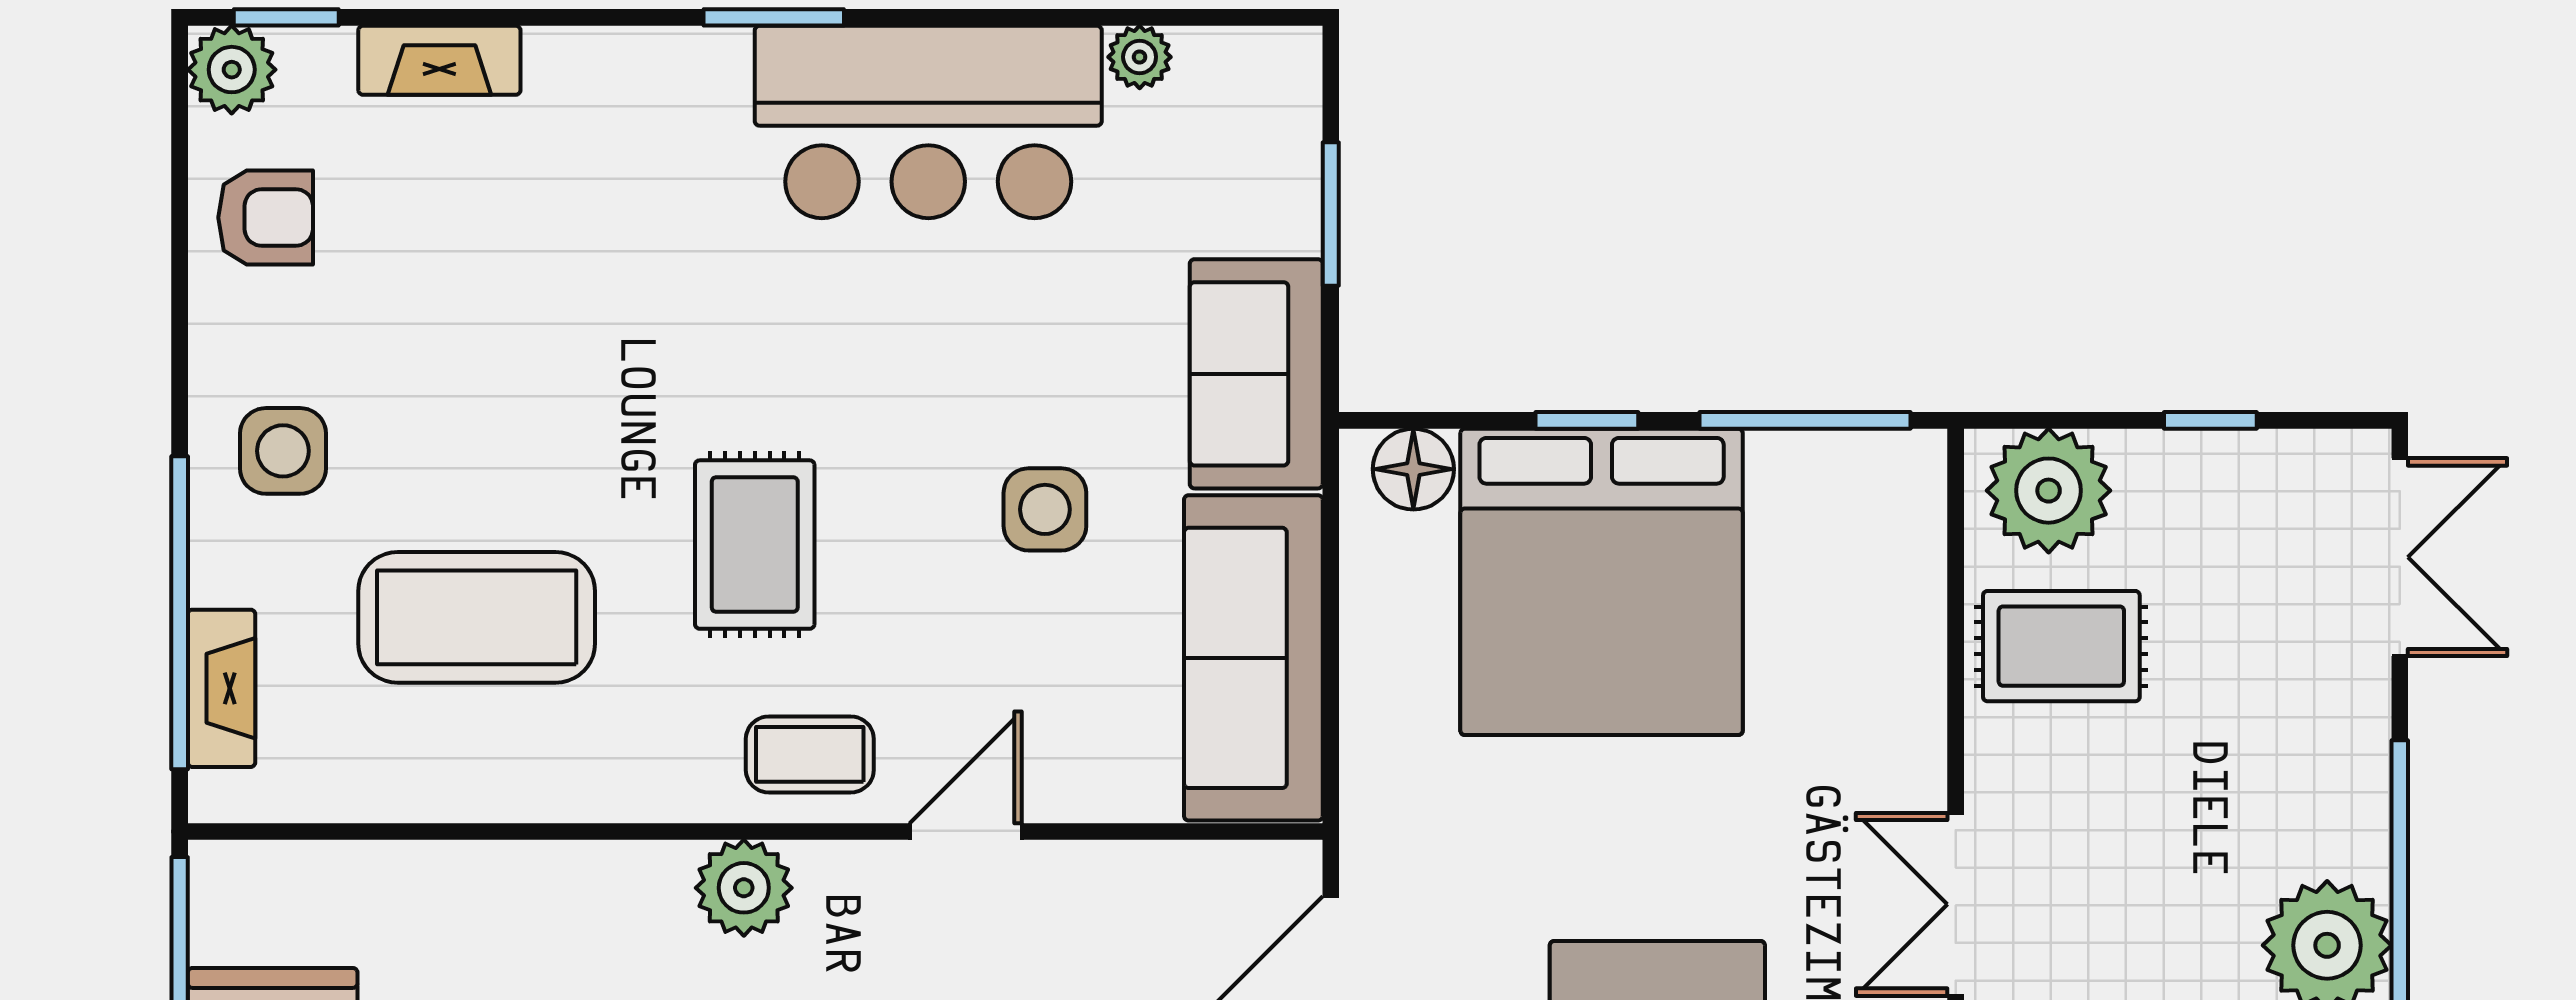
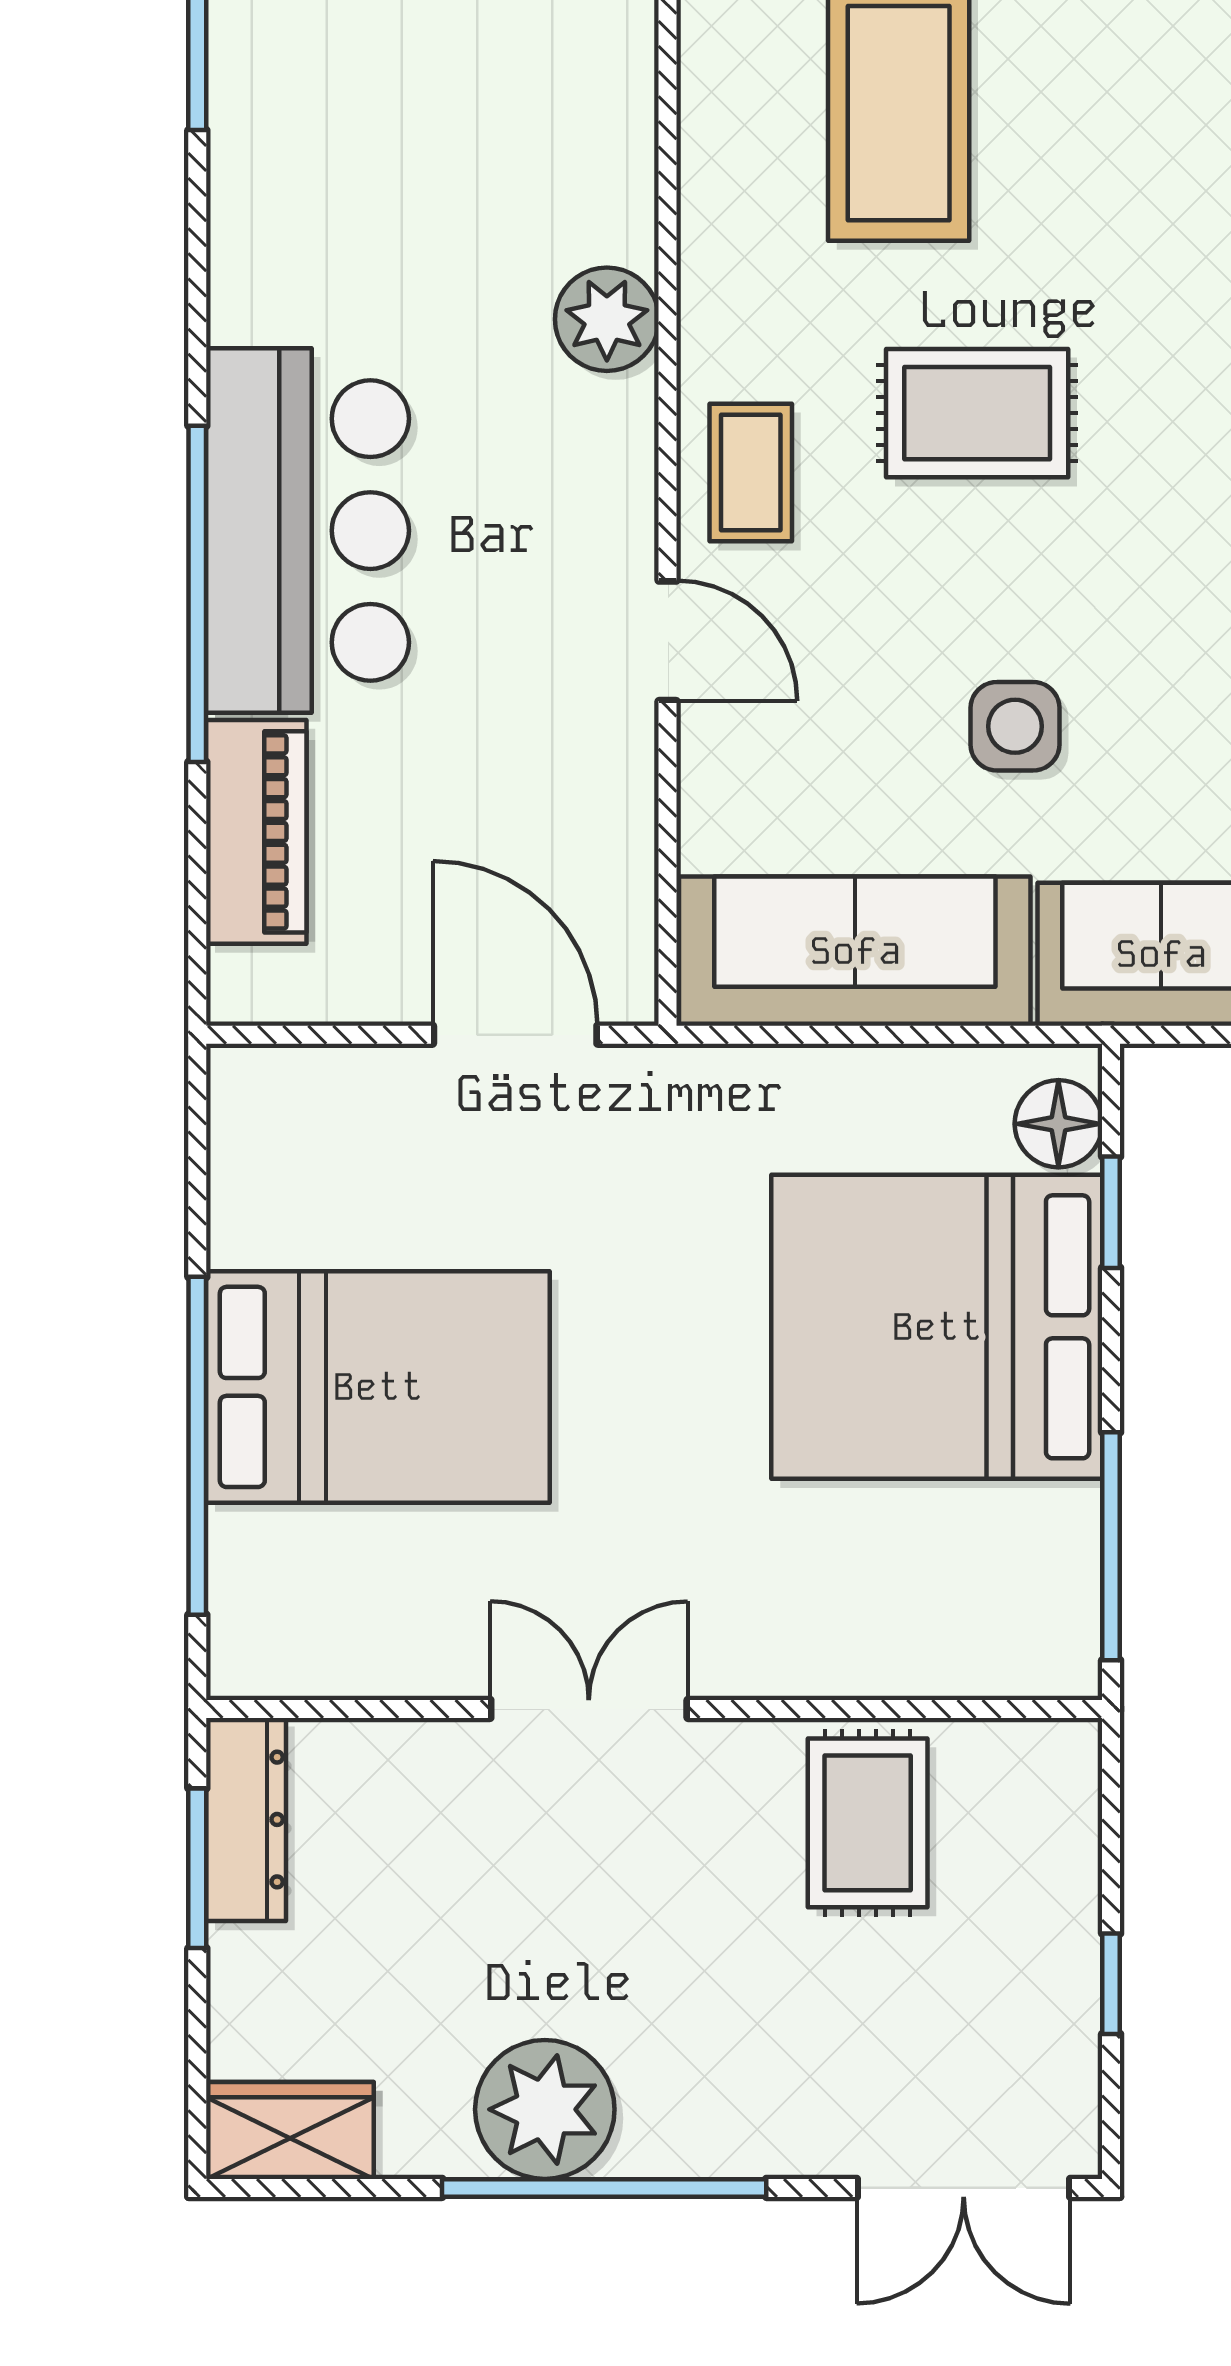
window: (1587, 420) -> (1111, 1212), moved
plant: (2049, 491) -> (1035, 1809), removed
plant: (744, 888) -> (607, 319), moved

